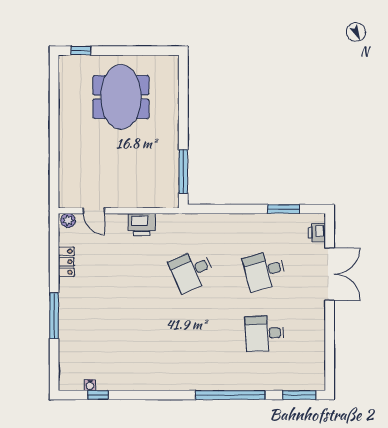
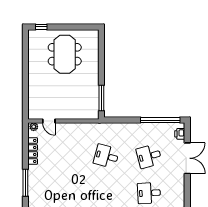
window: (284, 209) -> (160, 120), width x2.11
printer: (142, 224) -> (77, 129), removed
locker: (66, 262) -> (33, 151), width x1.53
desk: (192, 271) -> (106, 156), turned 39

